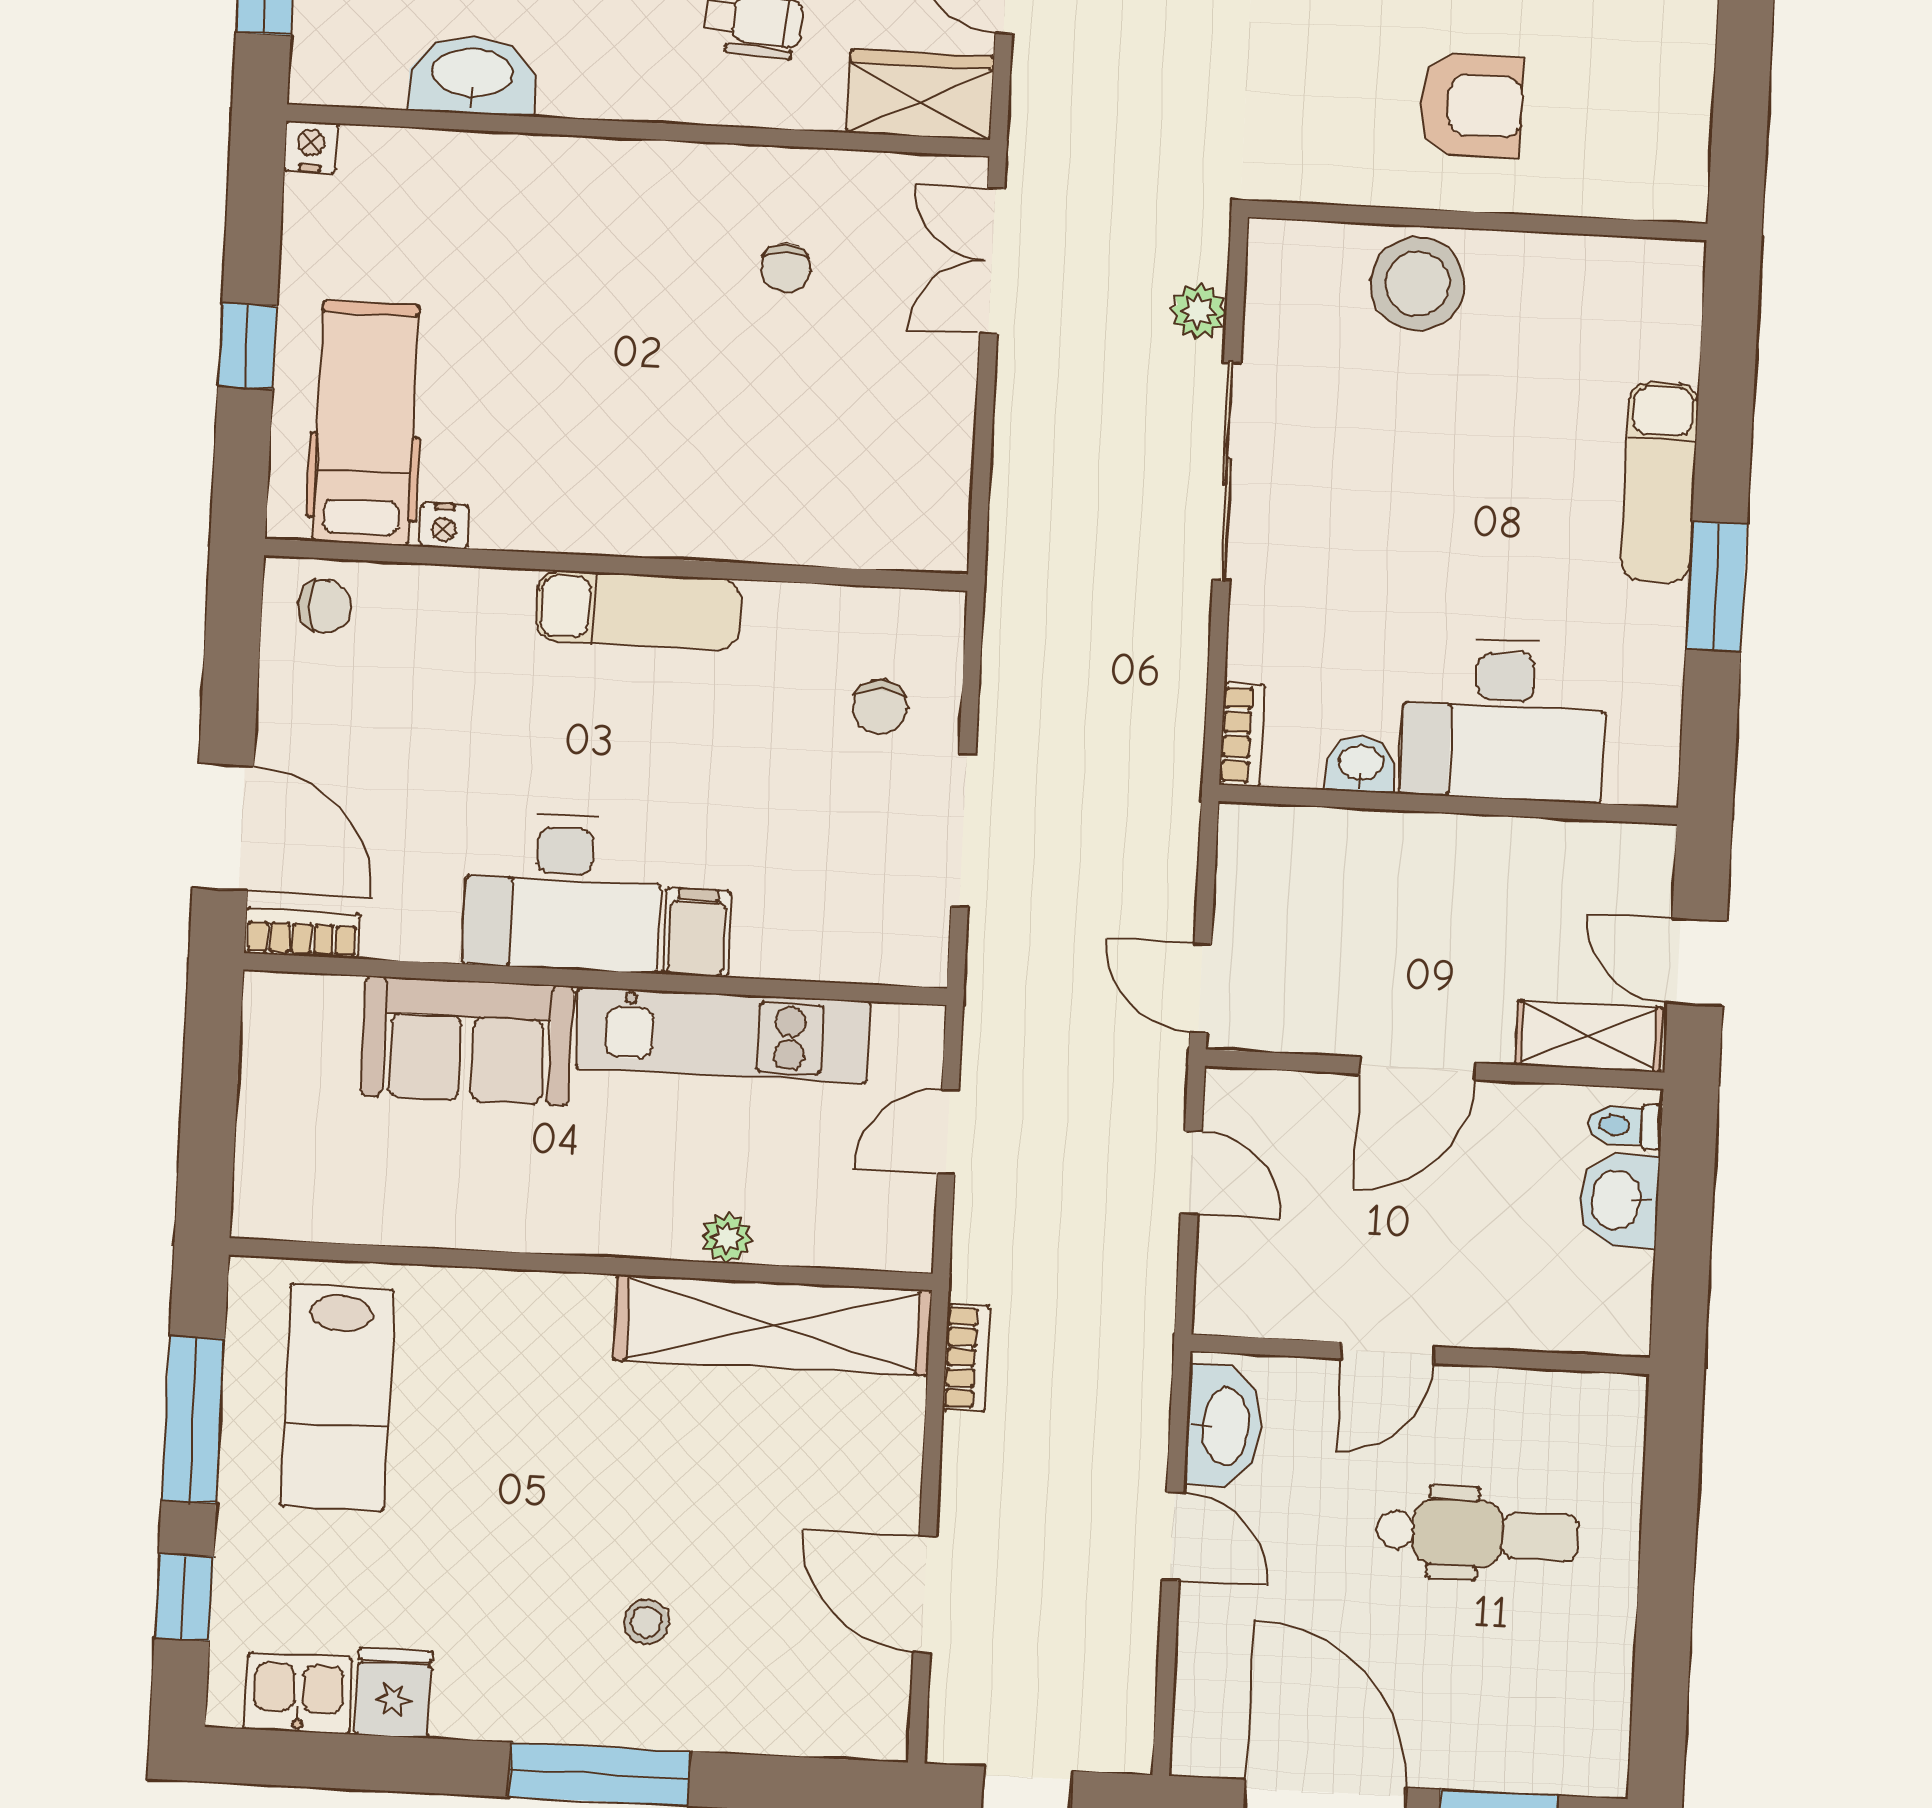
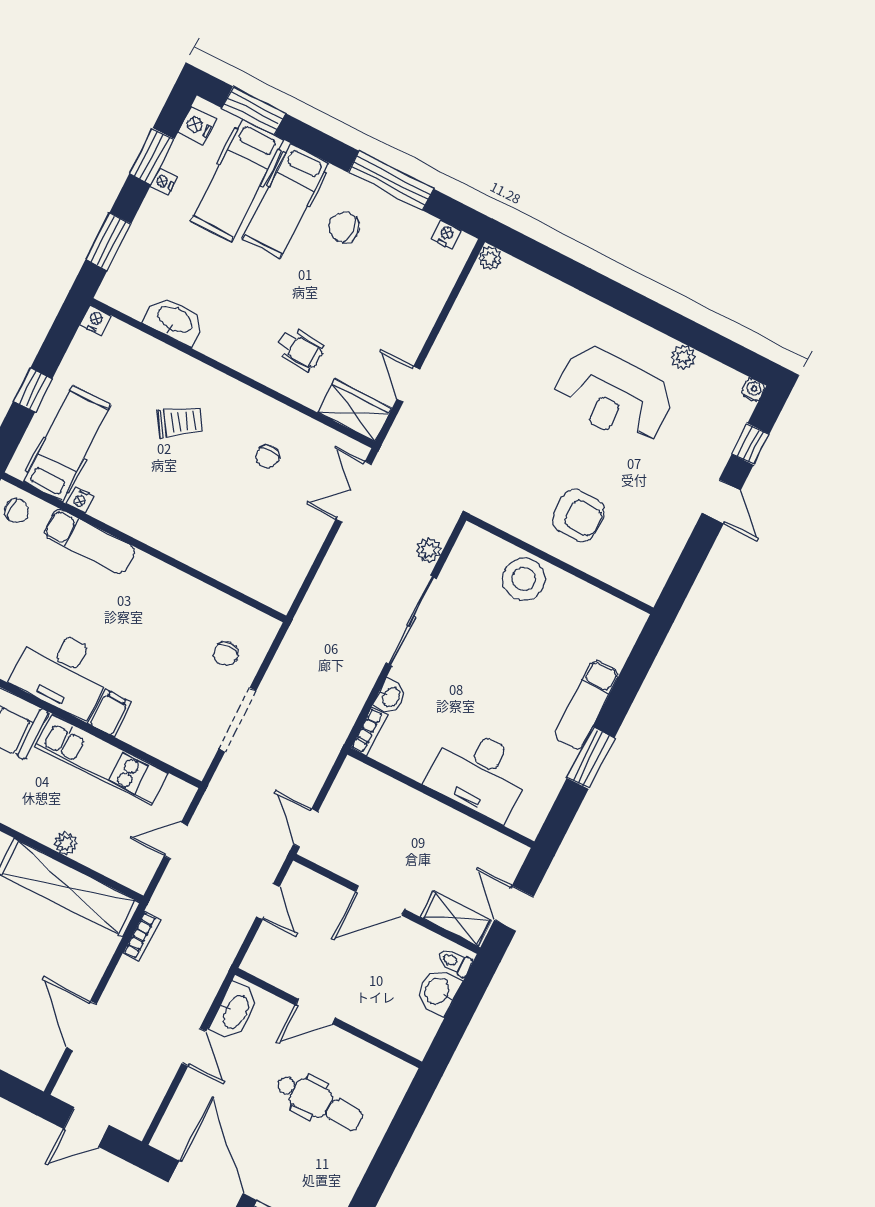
trolley: (576, 276) -> (180, 422), added
exam couch: (639, 610) -> (90, 542), moved
washbasin: (1361, 764) -> (390, 697), moved, turned 90

